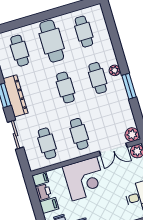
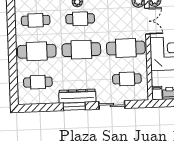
cafe table: (65, 87) -> (81, 50), width x1.37, depth x1.35
cafe table: (79, 134) -> (126, 48), width x1.37, depth x1.35

